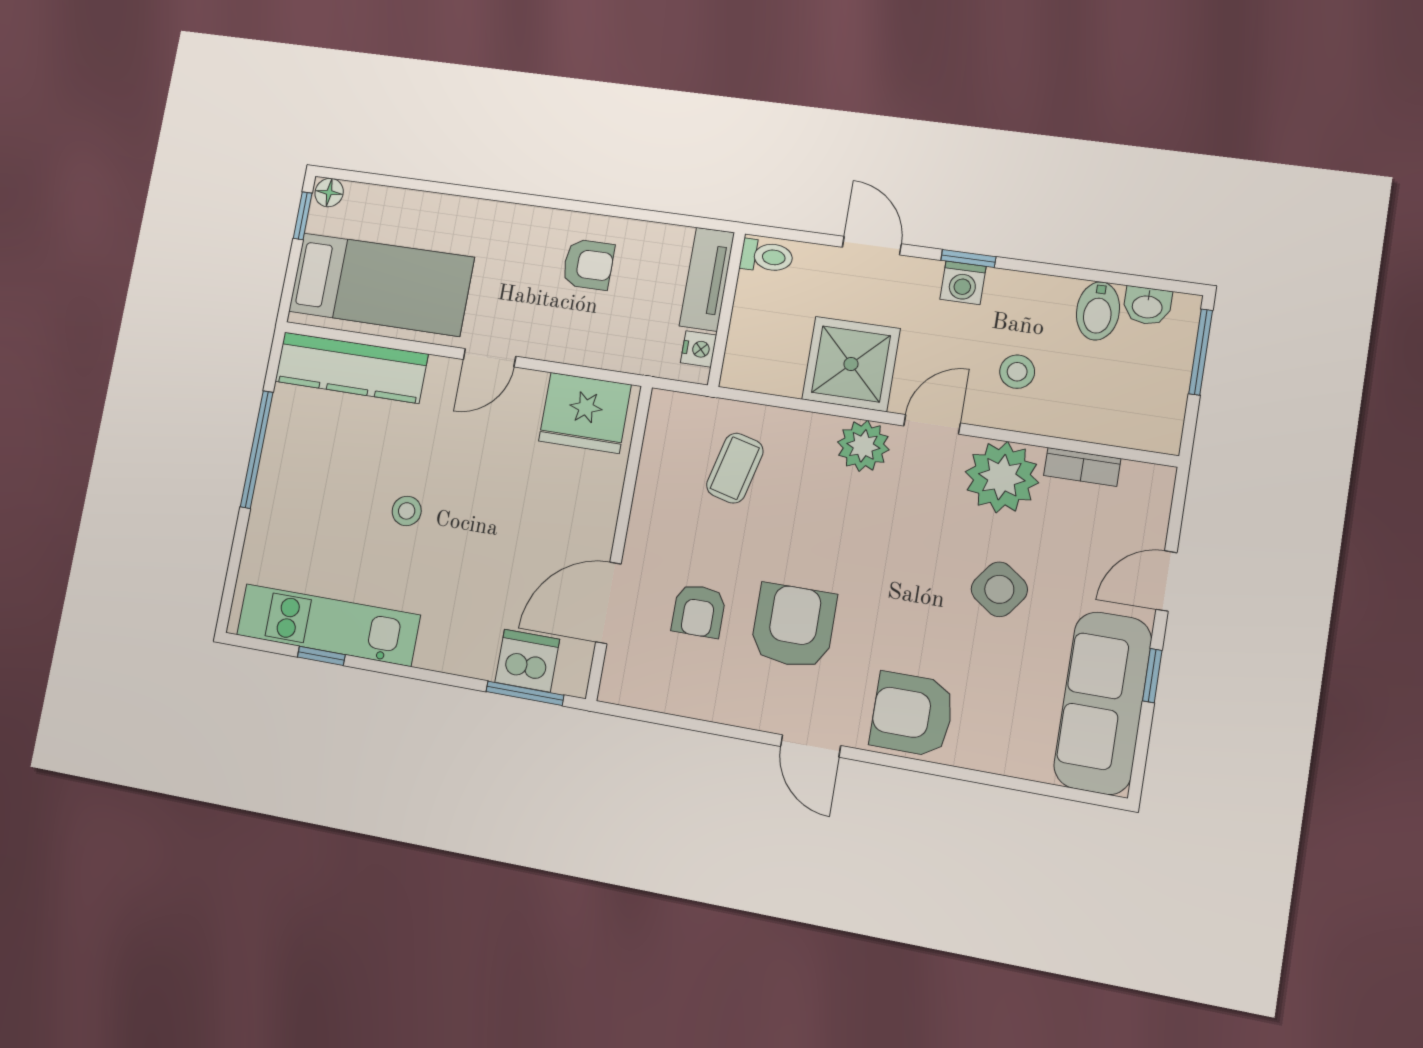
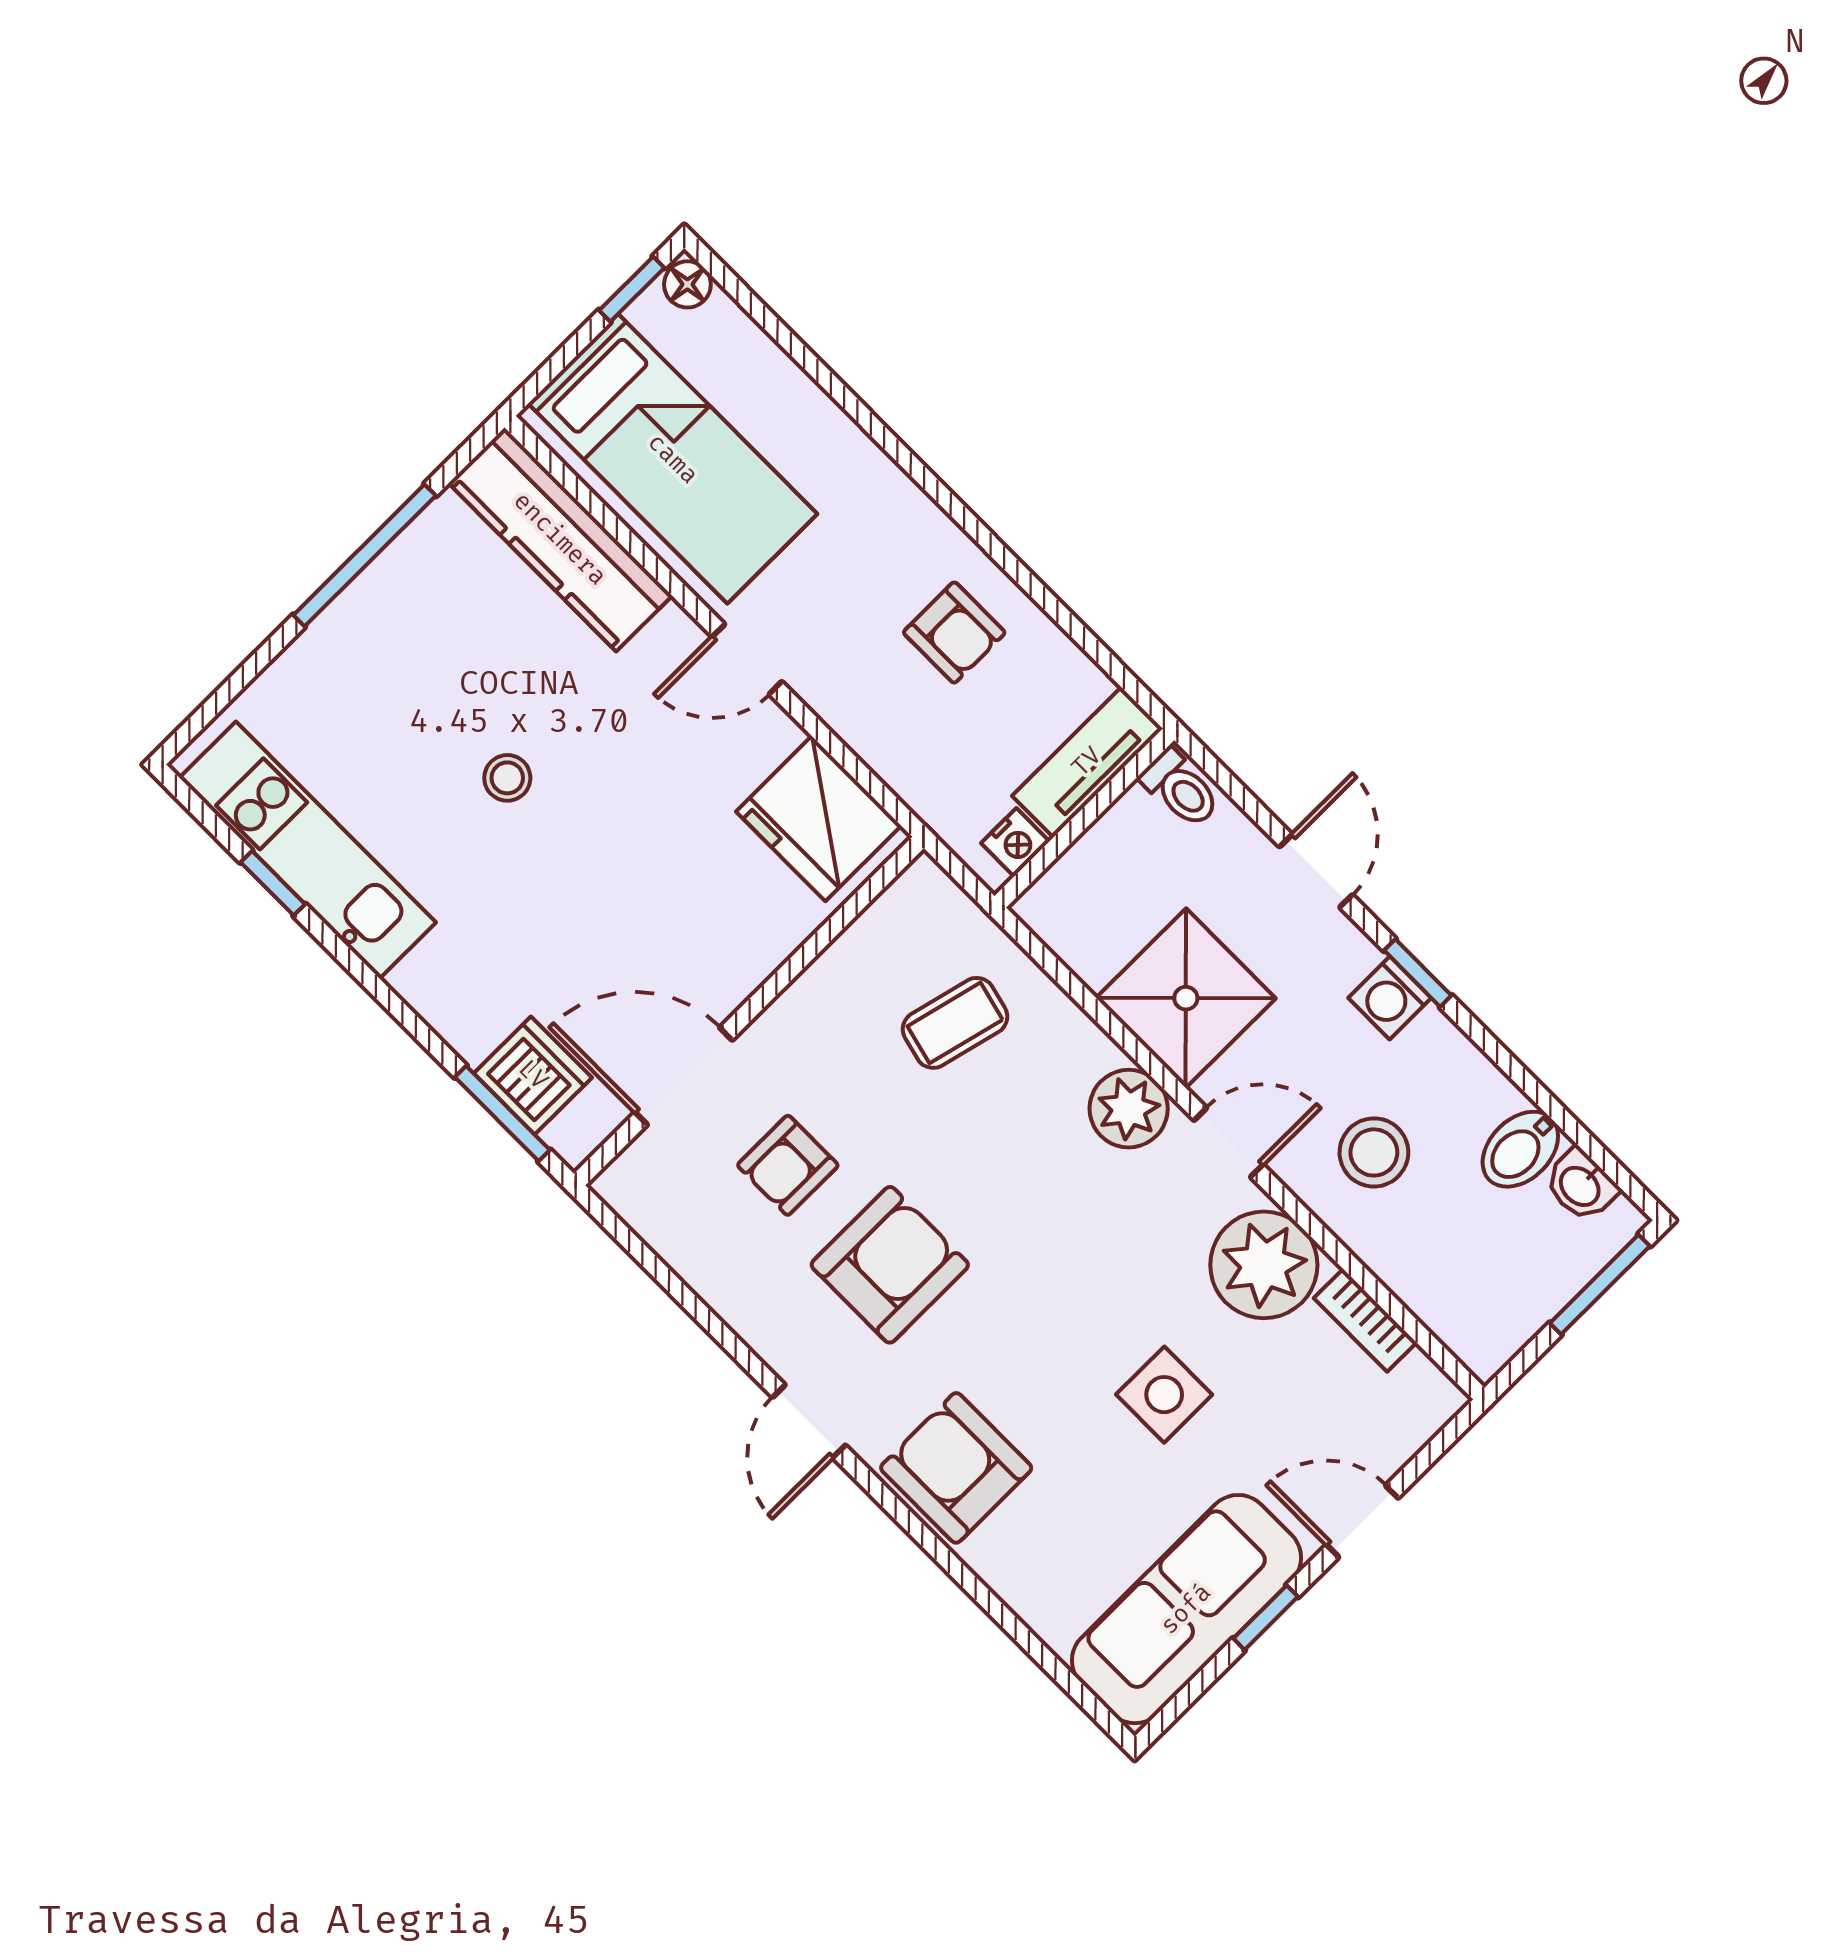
stool: (1017, 372) -> (1374, 1152), width x1.37, depth x1.37
side table: (999, 589) -> (1164, 1395), turned -36

